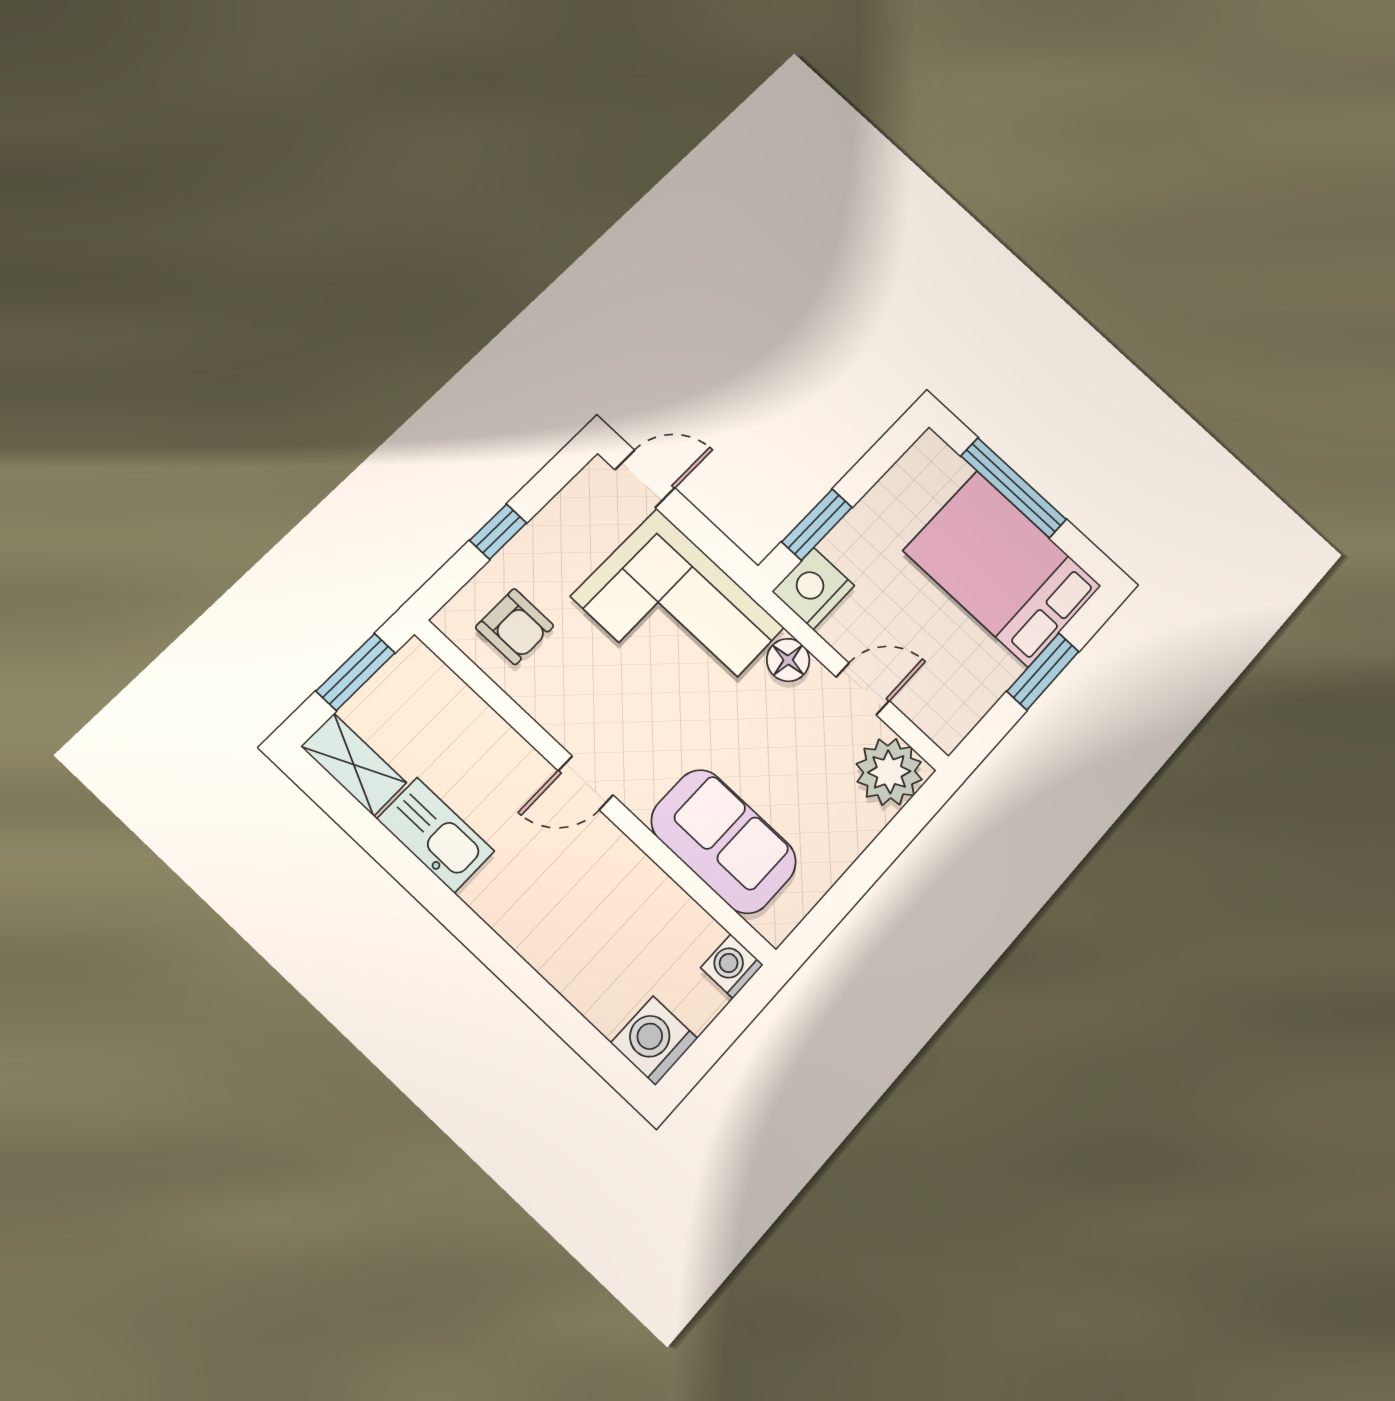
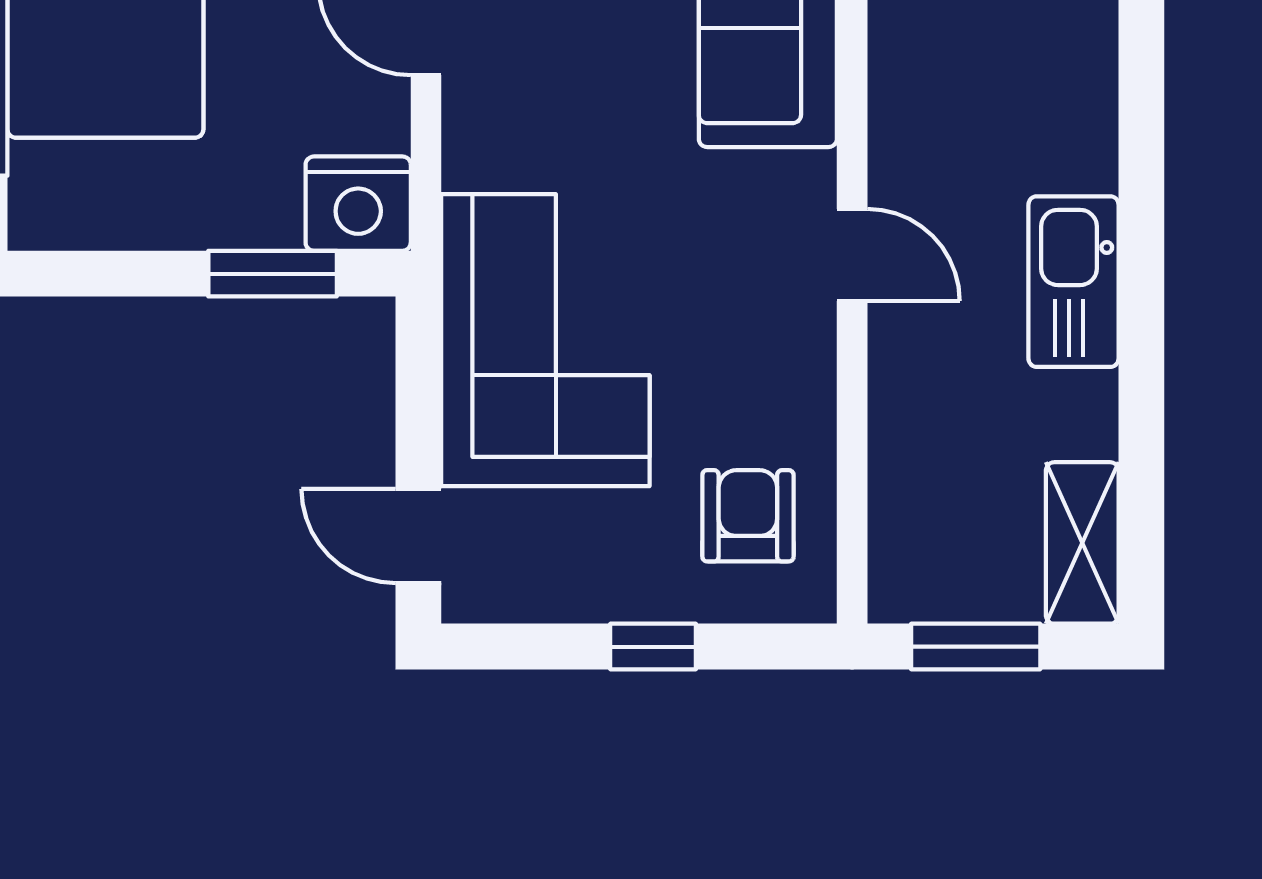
floor lamp: (788, 660) -> (477, 152), removed
kitchen sink: (436, 835) -> (1073, 282), moved

